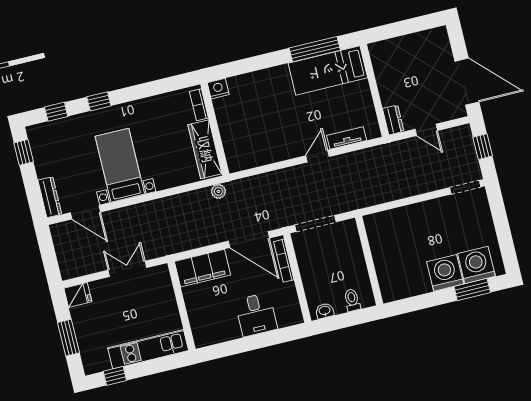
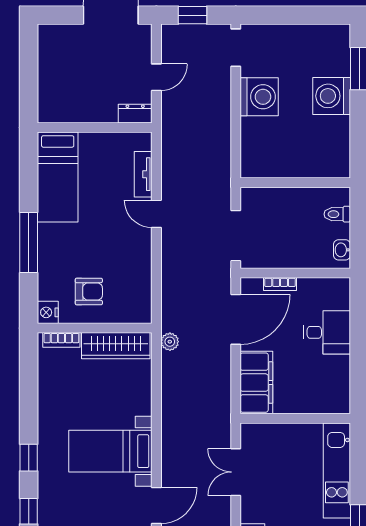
window: (315, 49) -> (29, 243), moved
armchair: (243, 117) -> (89, 292), added
bookcase: (284, 261) -> (280, 284), width x0.64
washing machine: (476, 265) -> (259, 97), moved, turned 180

